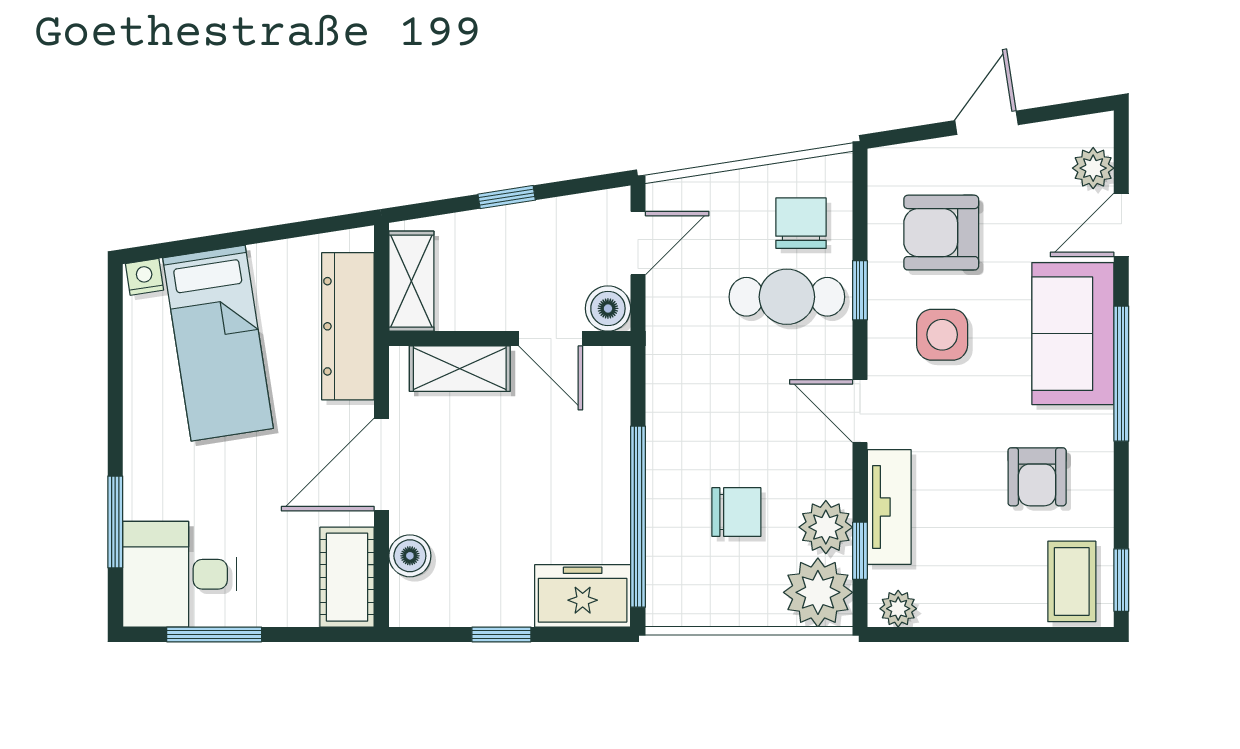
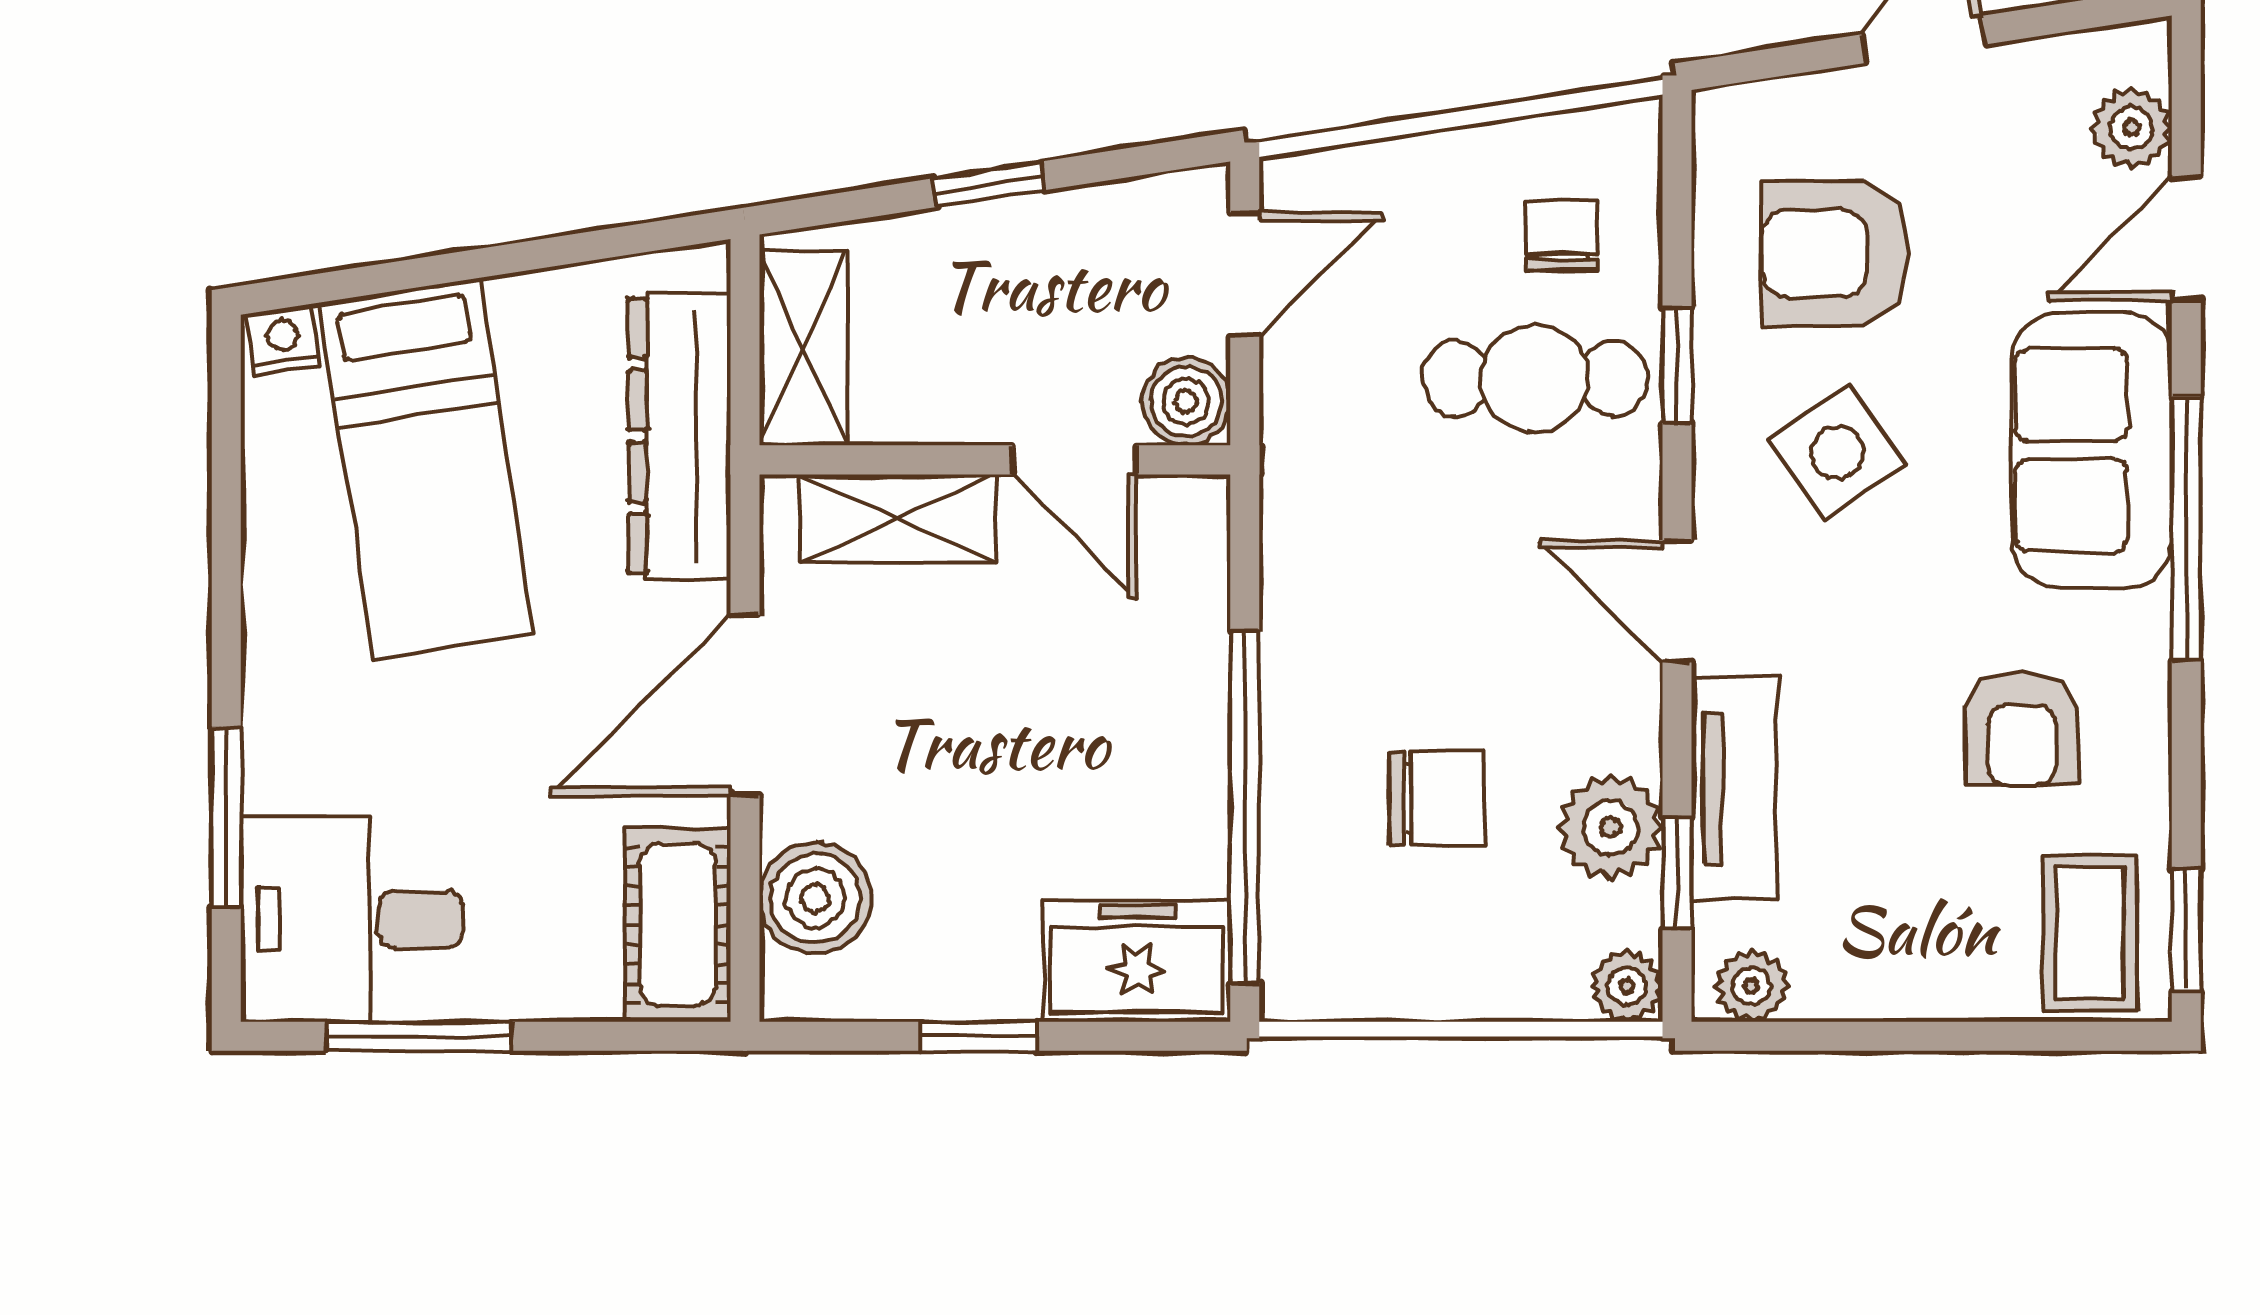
chair: (801, 223) -> (1562, 235), width x0.73, depth x0.73
side table: (942, 335) -> (1837, 452), turned -35
boiler: (410, 556) -> (815, 898), width x1.36, depth x1.36
plant: (818, 592) -> (1627, 986), width x0.53, depth x0.53

